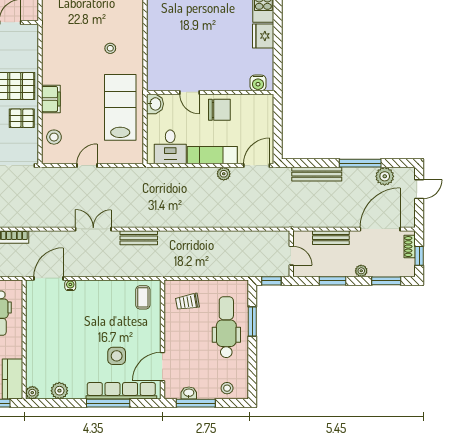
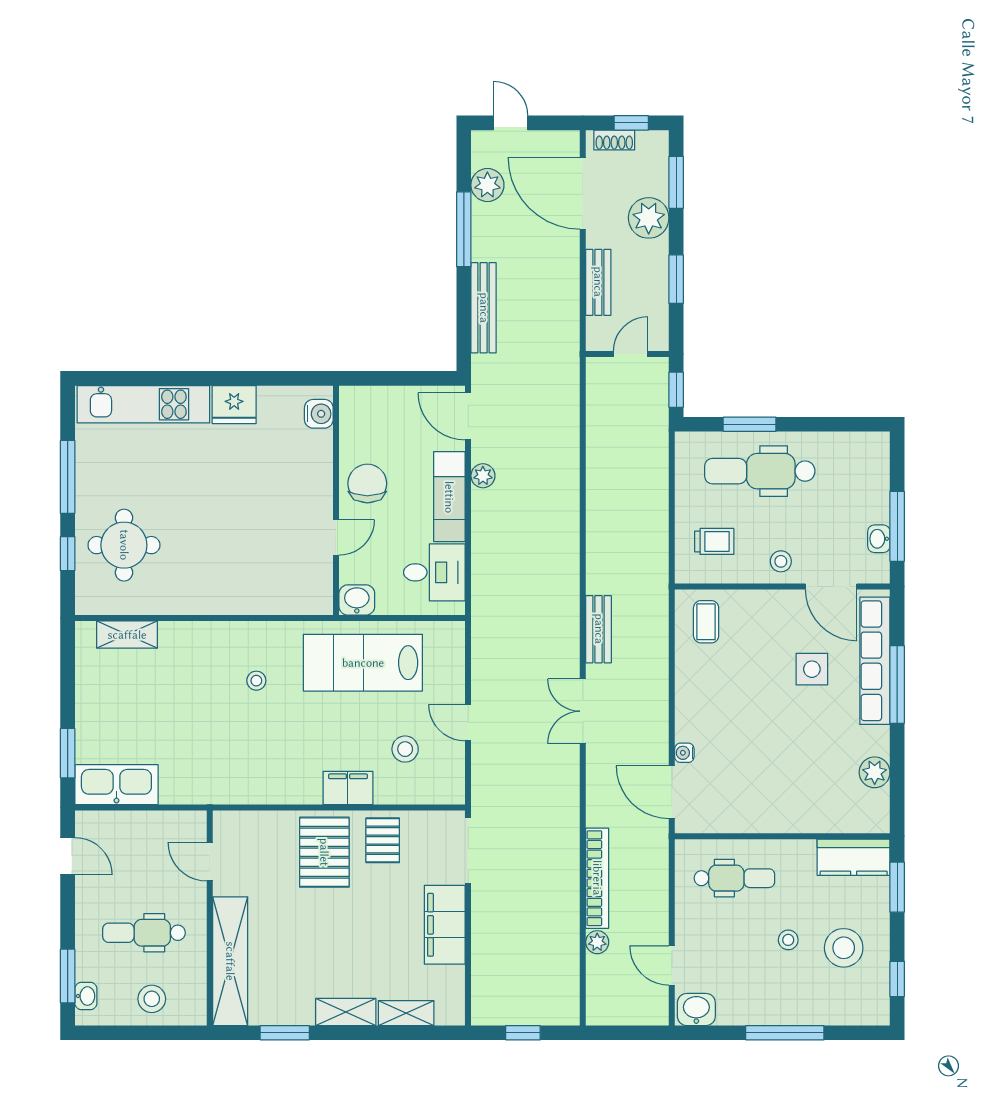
stool: (54, 137) -> (405, 749), moved
plant: (361, 271) -> (649, 218), width x1.87, depth x1.87
coffee table: (143, 297) -> (706, 622), turned 90
trolley: (187, 302) -> (714, 541), turned -80
stool: (227, 388) -> (781, 561), moved
plant: (32, 393) -> (878, 821), removed

